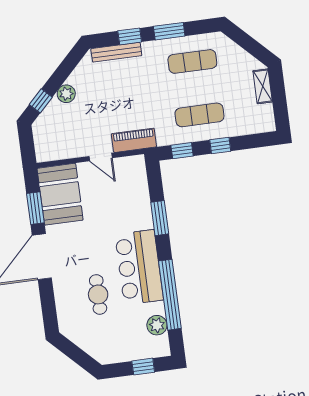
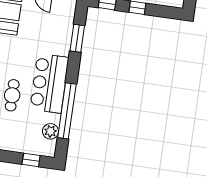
window: (160, 218) -> (77, 38), moved

